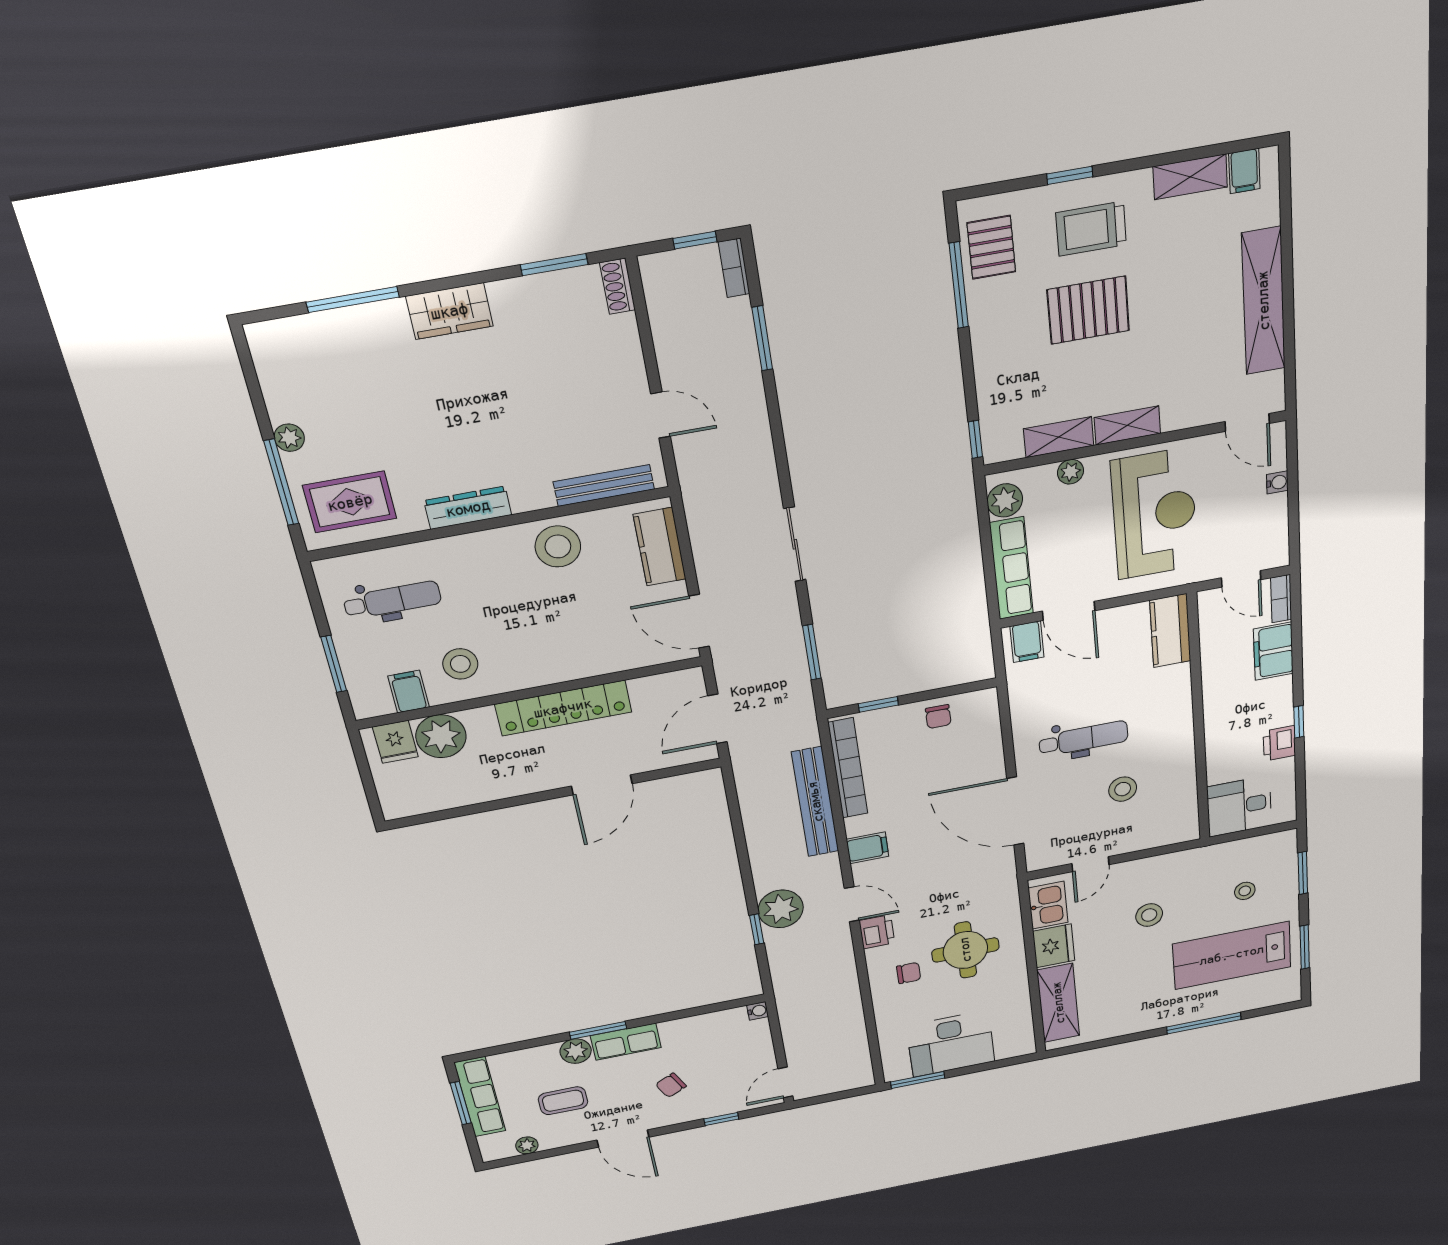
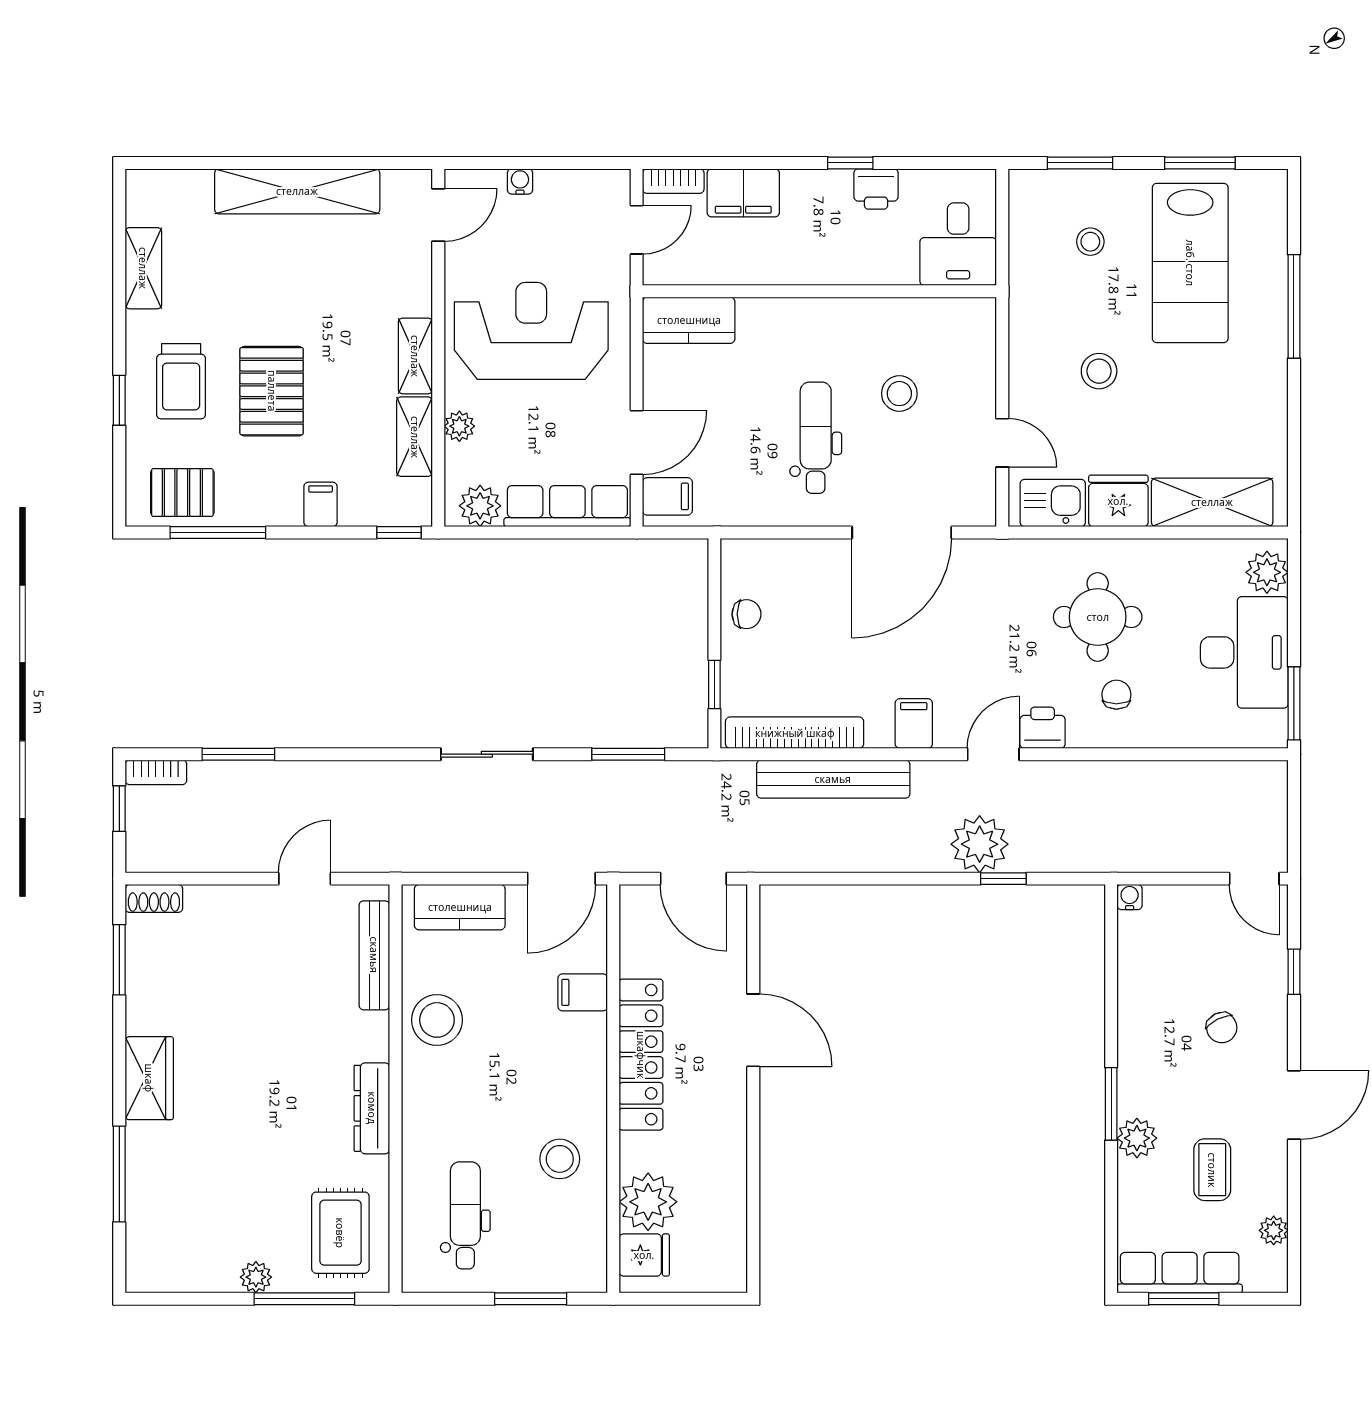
filing cabinet: (1244, 171) -> (321, 504), moved, turned -90
filing cabinet: (409, 692) -> (583, 992), moved
row of seats: (626, 1042) -> (1137, 1072), removed
plant: (1011, 1045) -> (1267, 572), added

